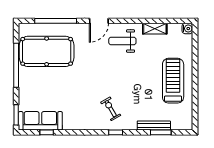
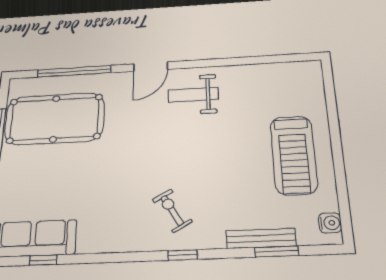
shelving: (155, 29) -> (252, 72), removed
water cooler: (187, 29) -> (330, 223), moved
treadmill: (173, 81) -> (294, 155), turned 180

